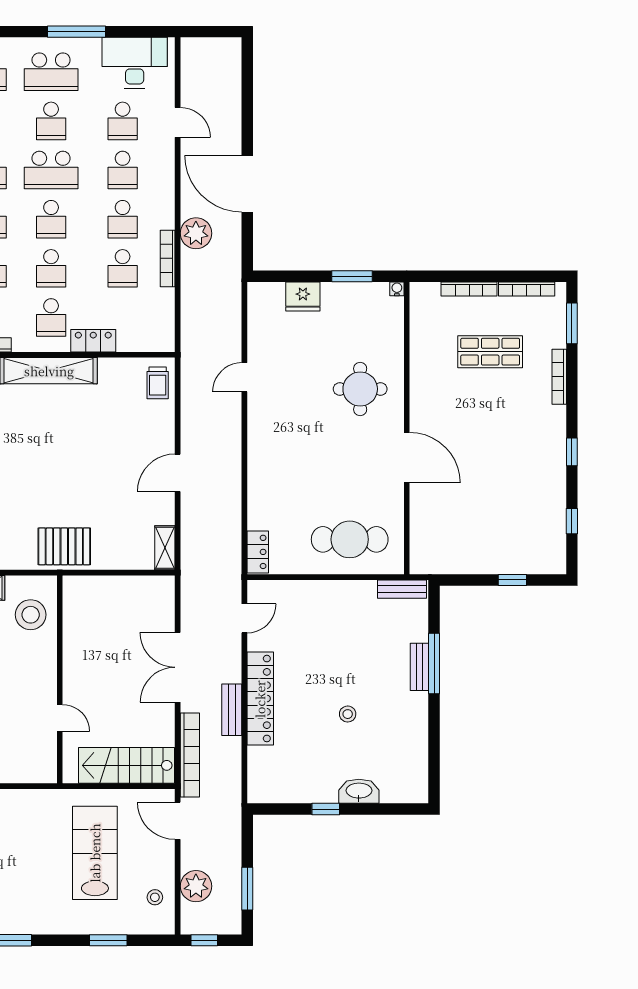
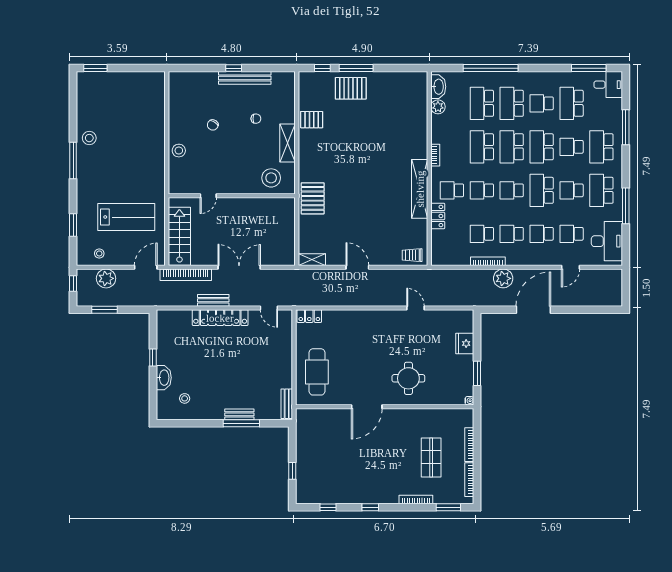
stool: (348, 714) -> (185, 398), moved

